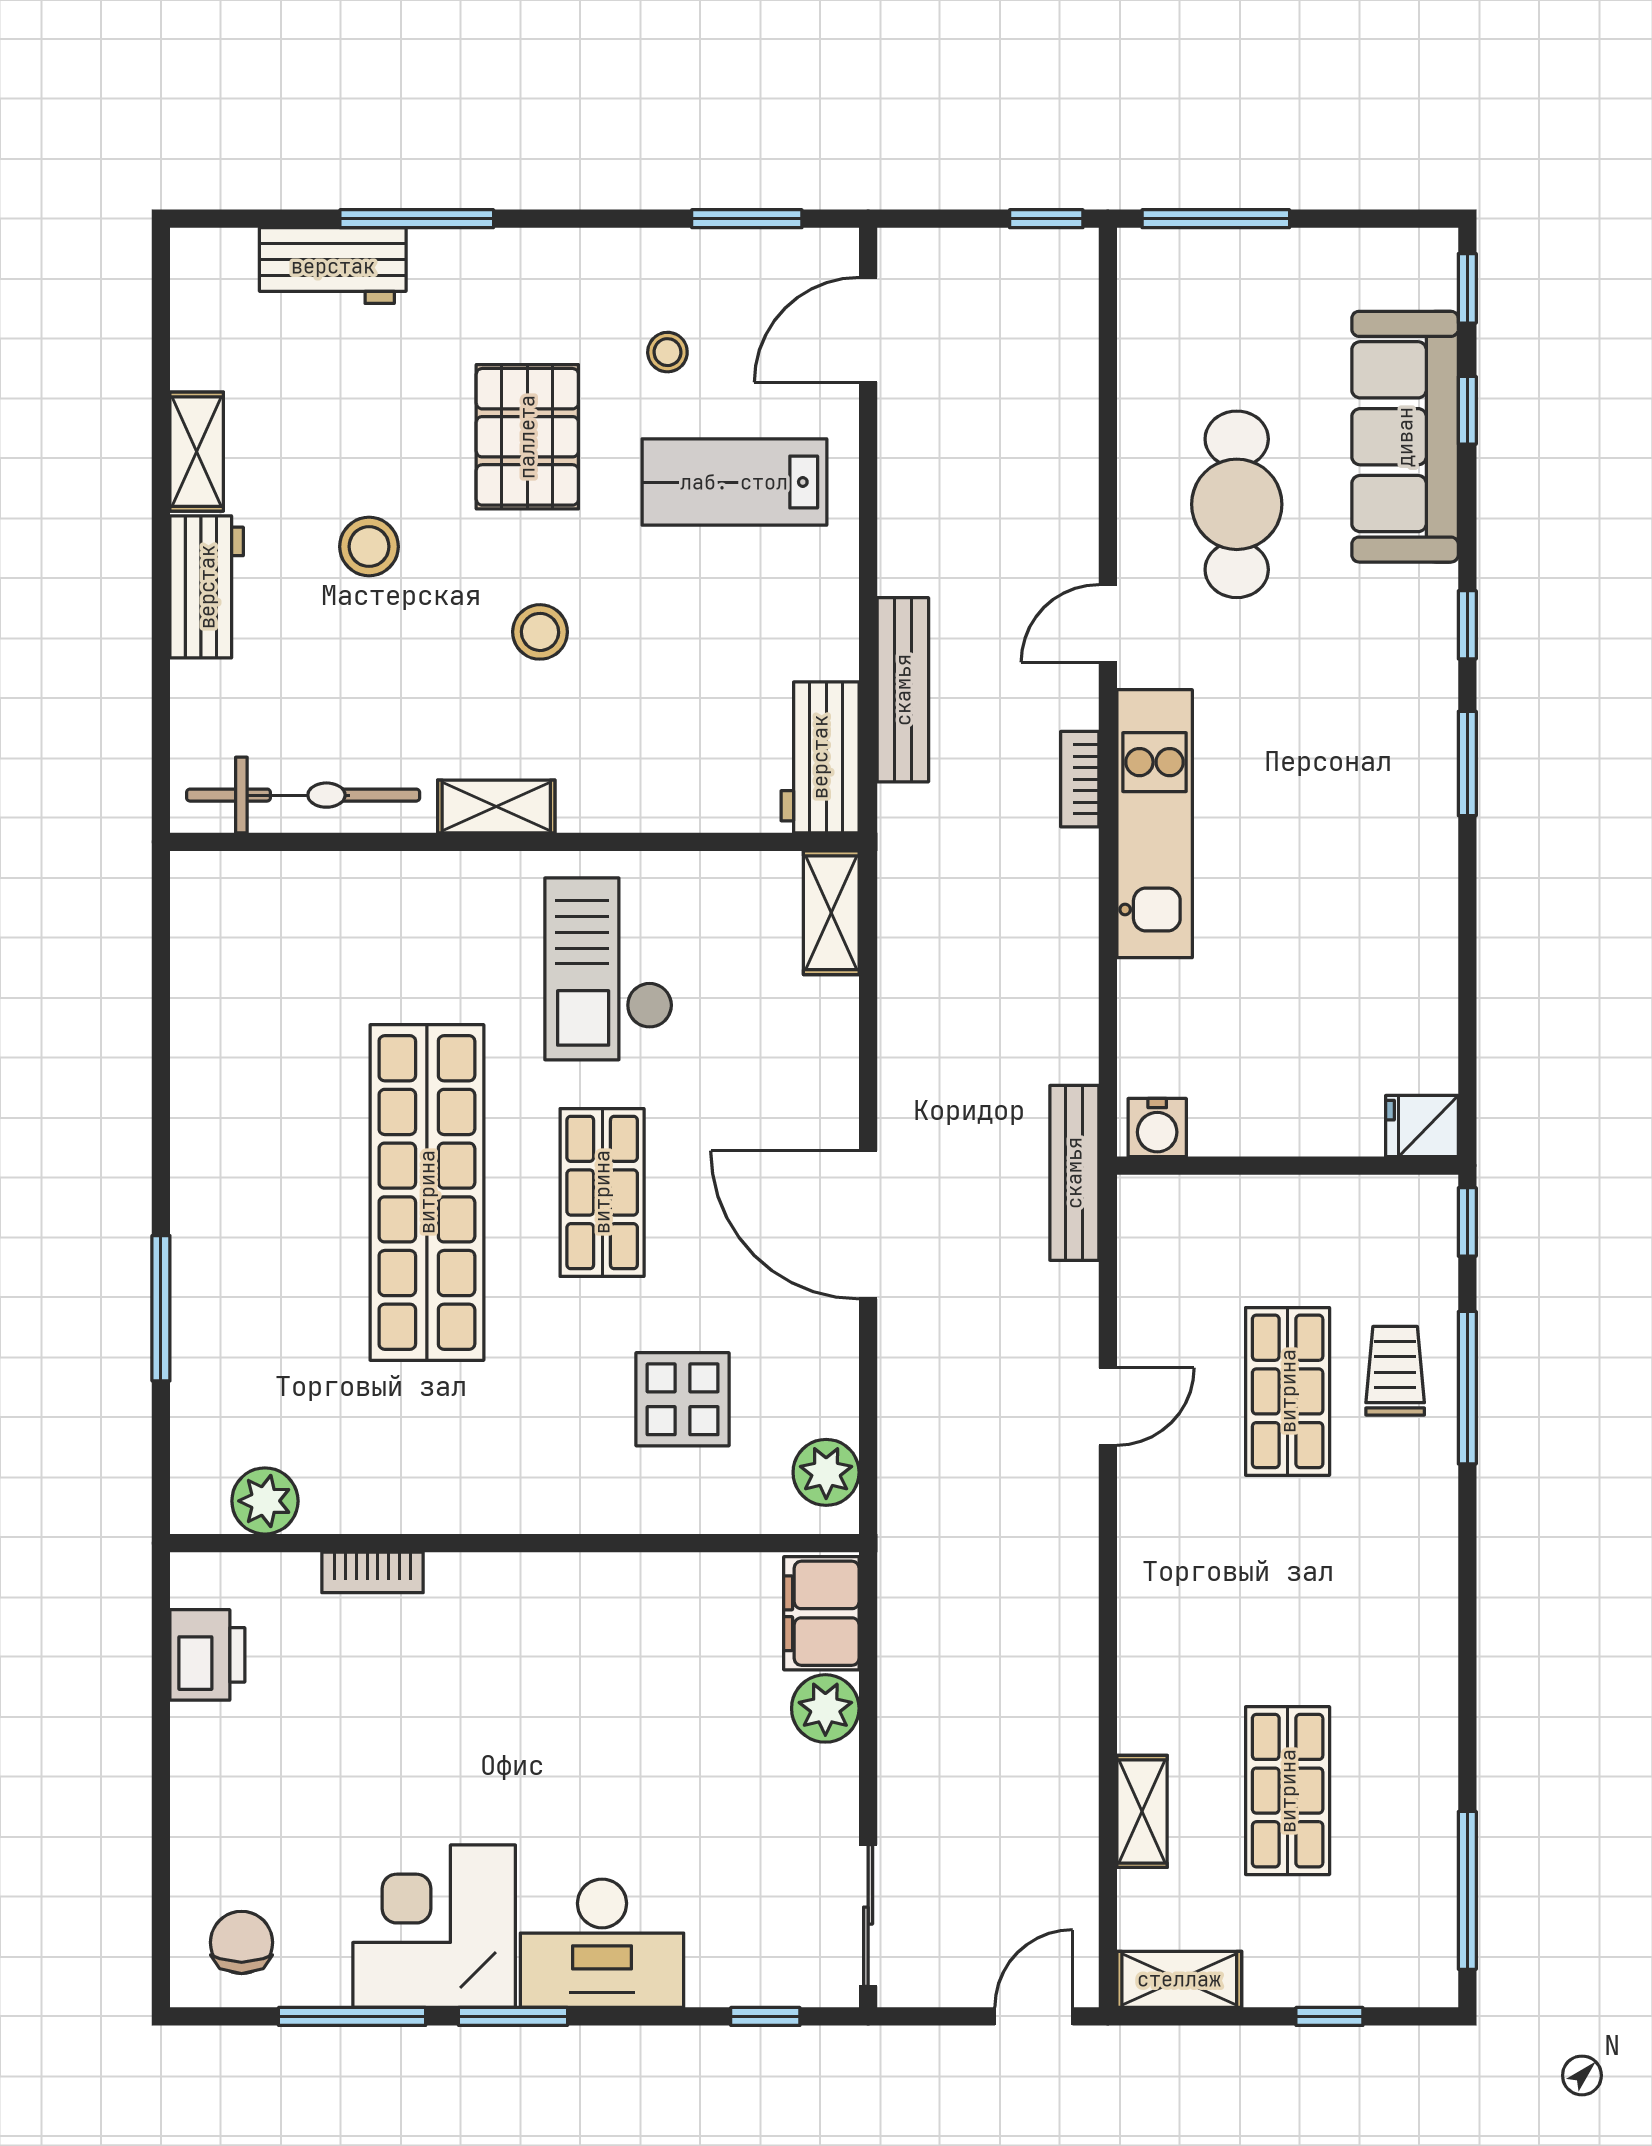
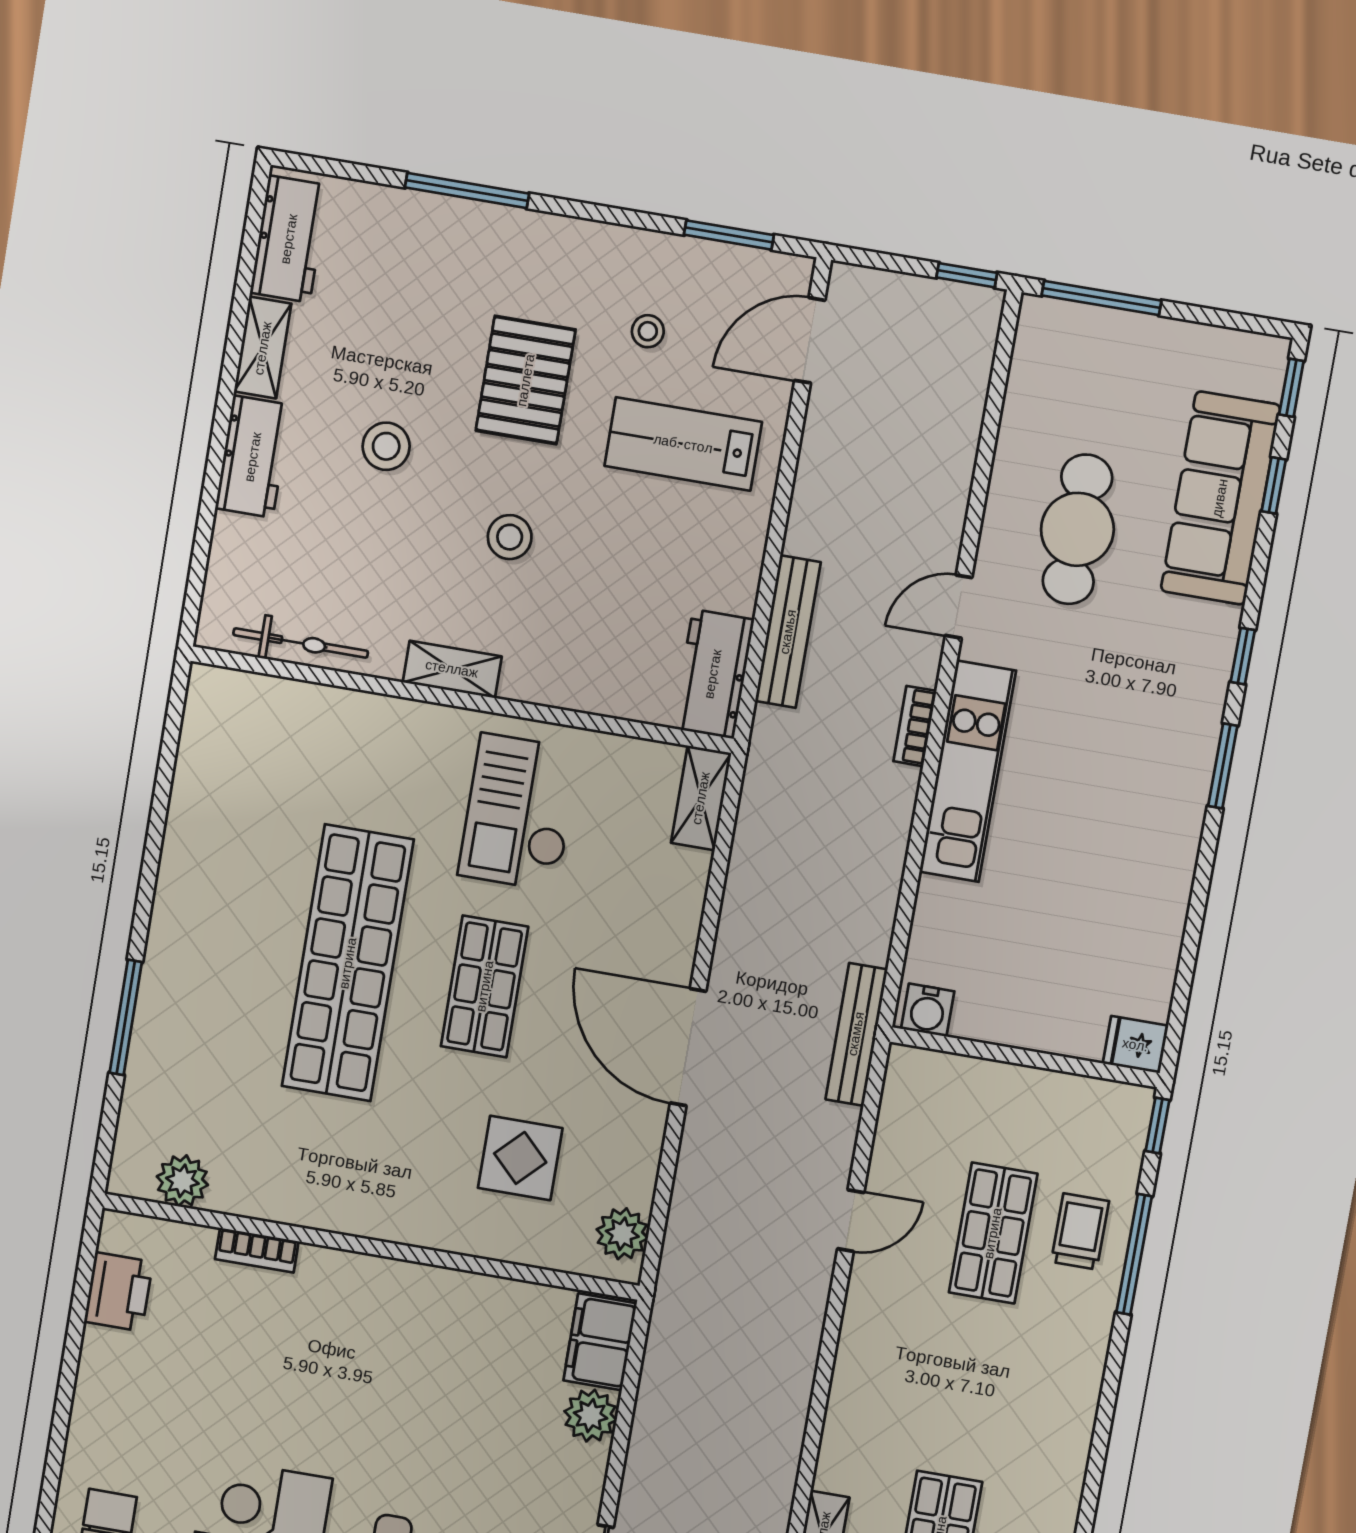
workbench: (333, 266) -> (289, 239), moved, turned -90
bicycle: (303, 795) -> (301, 643), width x0.73, depth x0.71

